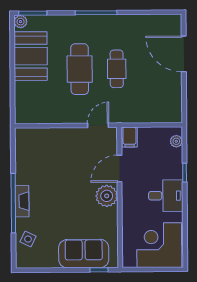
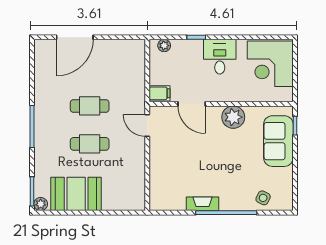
cafe table: (80, 69) -> (90, 144), width x0.73, depth x0.74
plant: (107, 196) -> (233, 117), moved
fireplace: (22, 201) -> (202, 204), moved

